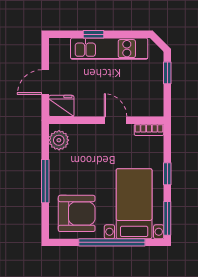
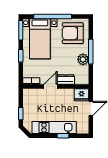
door: (115, 120) -> (50, 86), swing flipped
dresser: (89, 132) -> (66, 80), added
plant: (59, 140) -> (83, 59), moved

